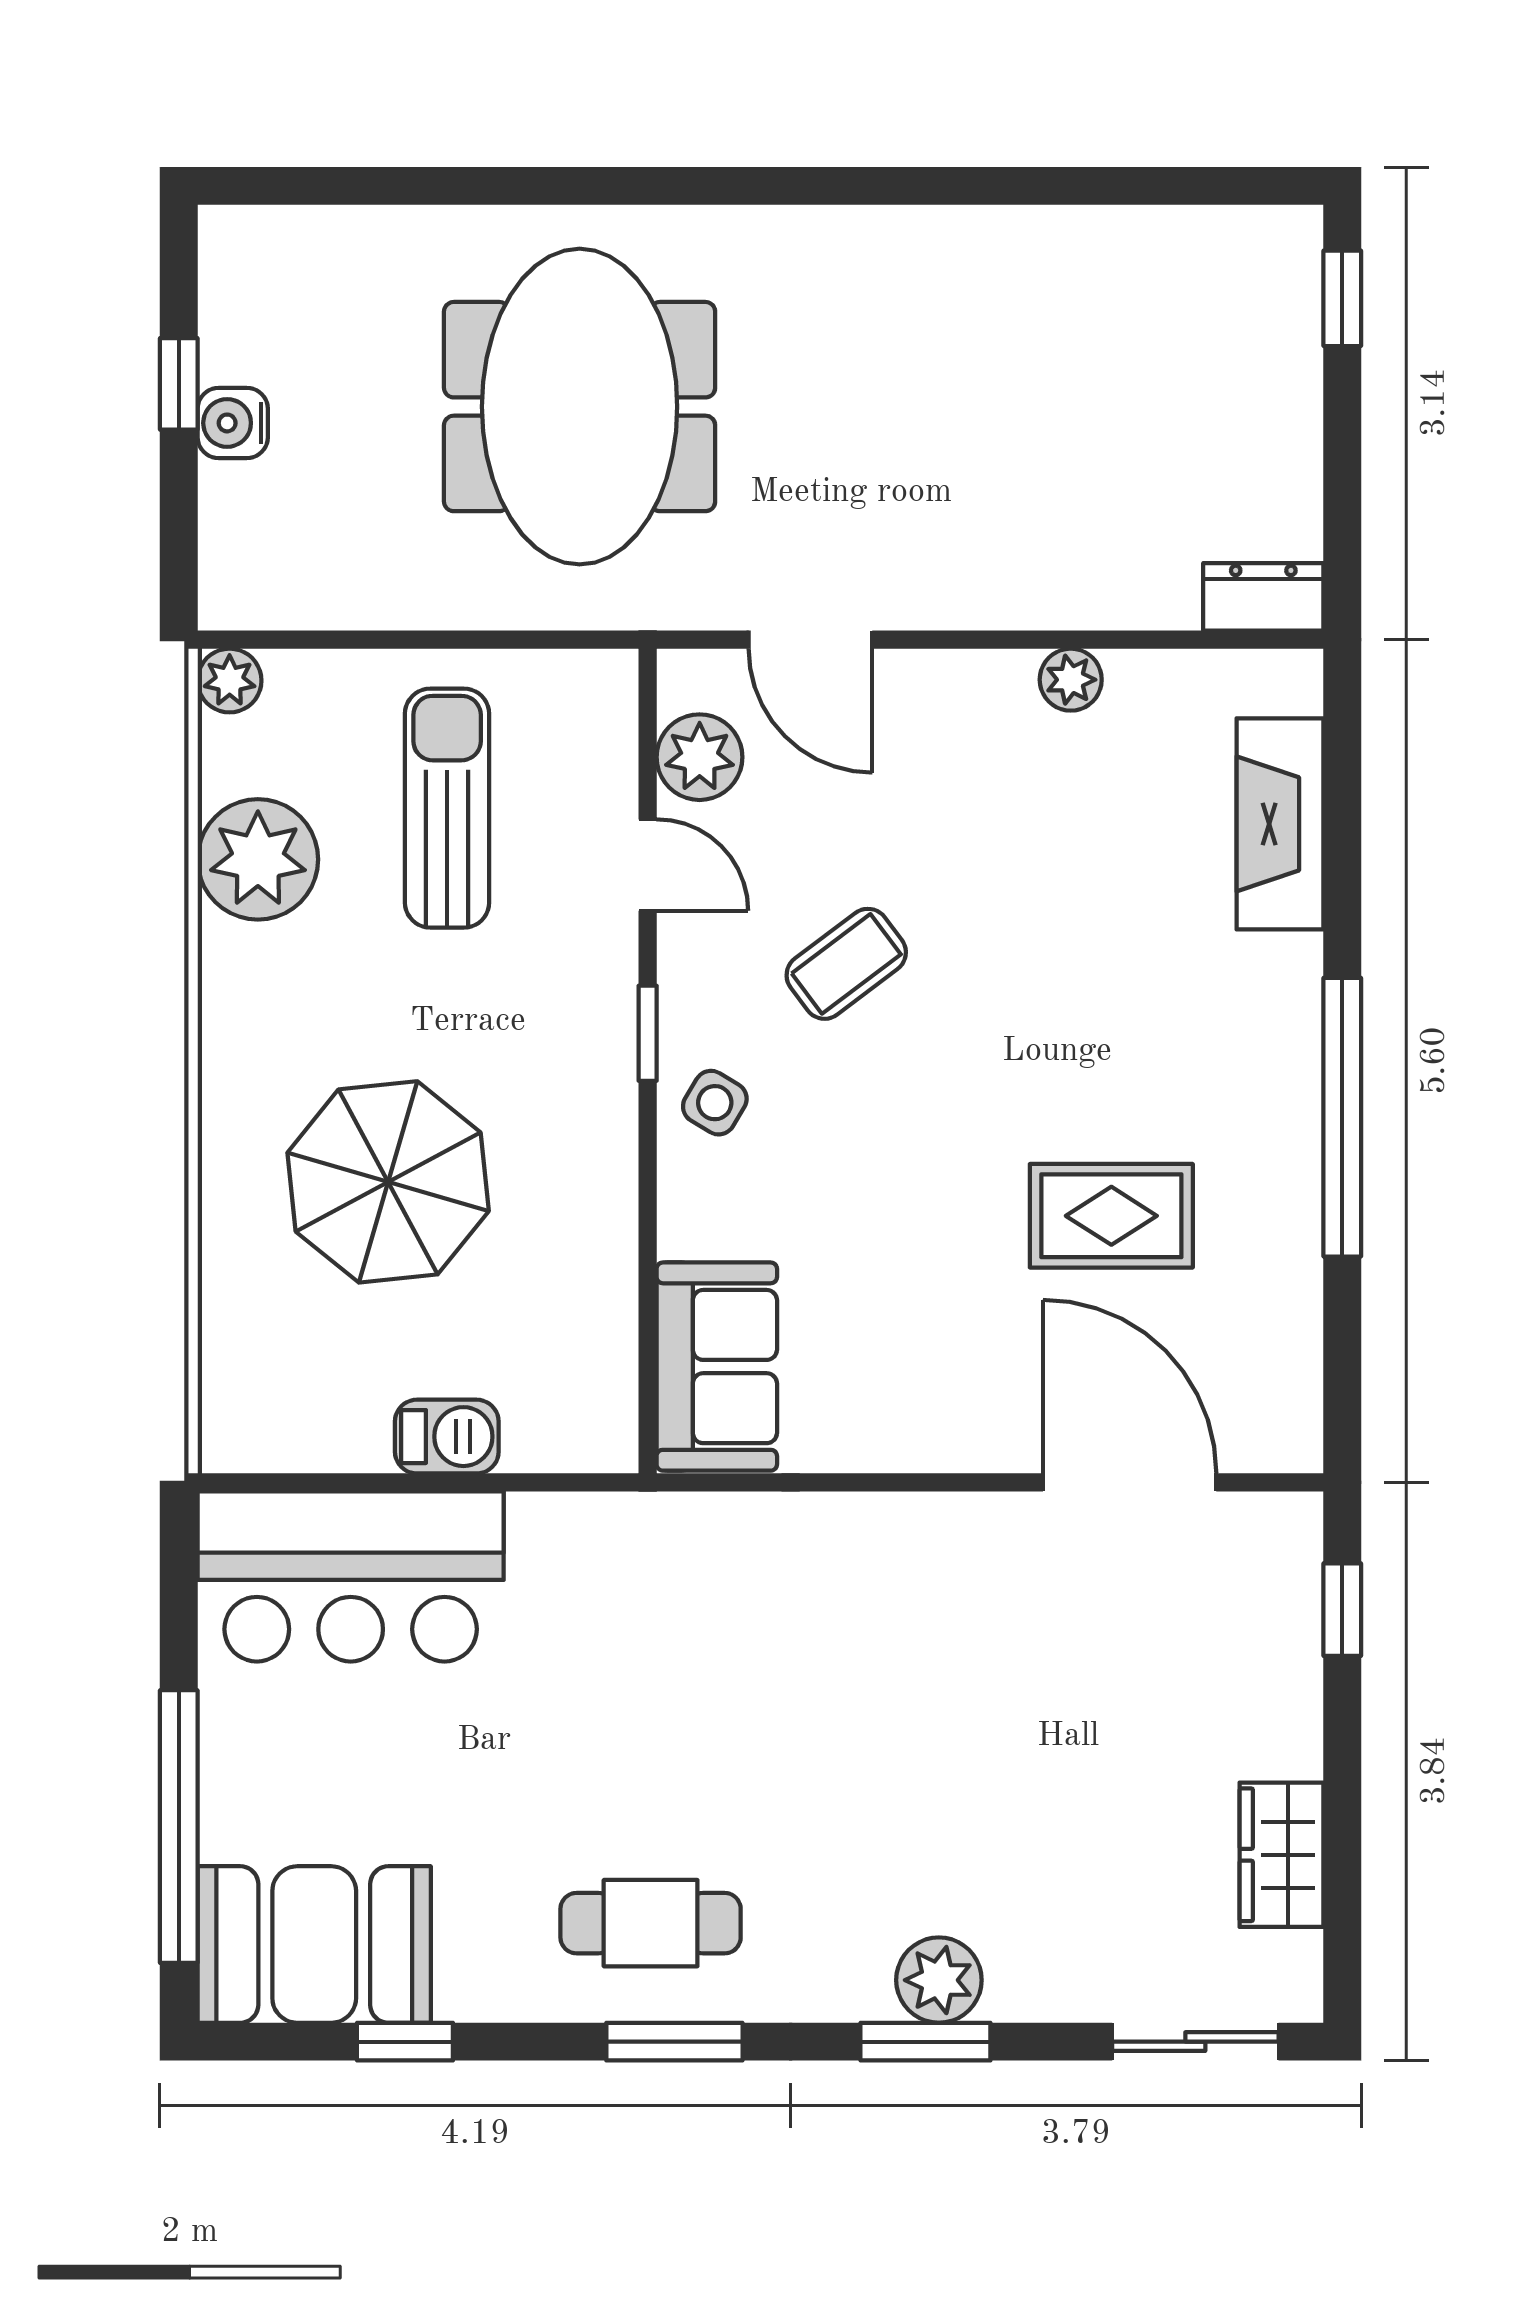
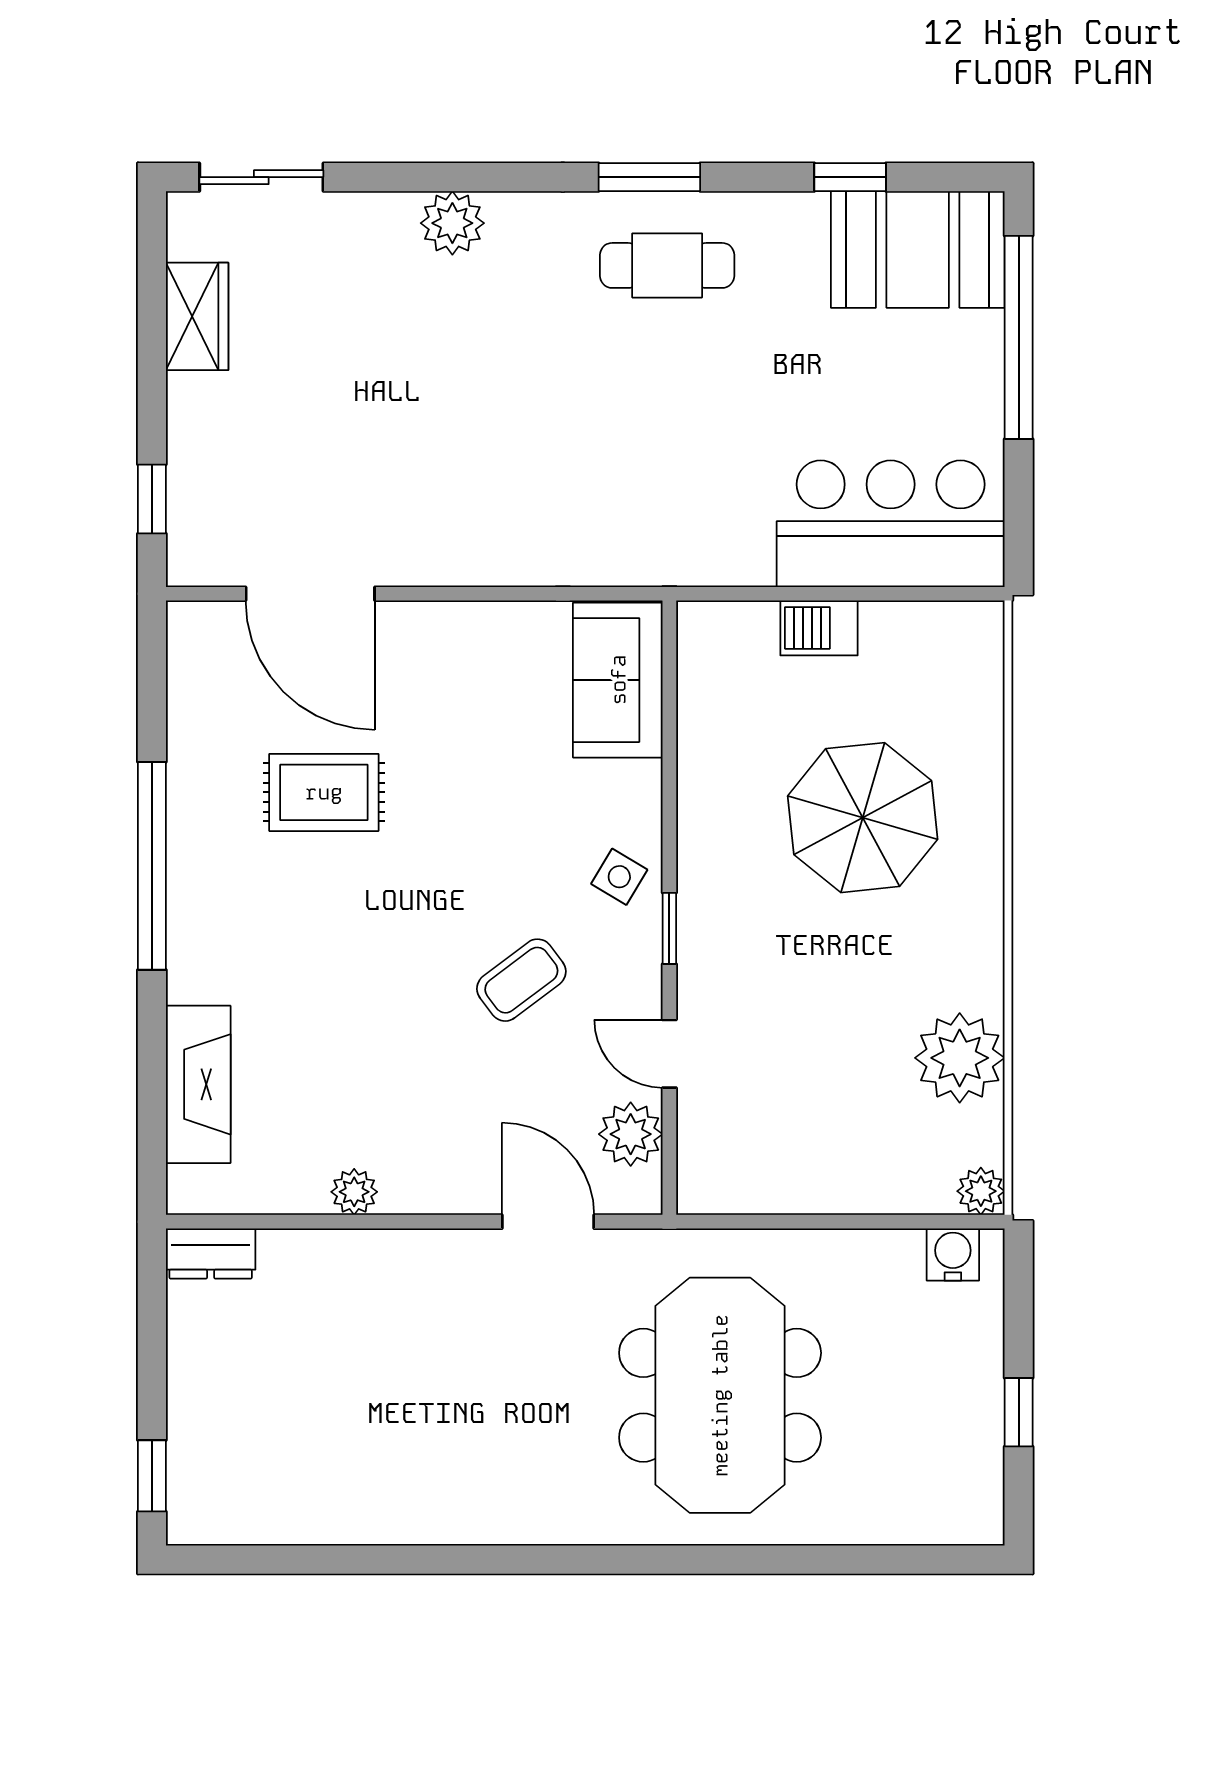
water cooler: (233, 423) -> (953, 1255), moved, turned -90
sun lounger: (447, 808) -> (819, 1096), removed
window: (925, 2042) -> (462, 177), removed

